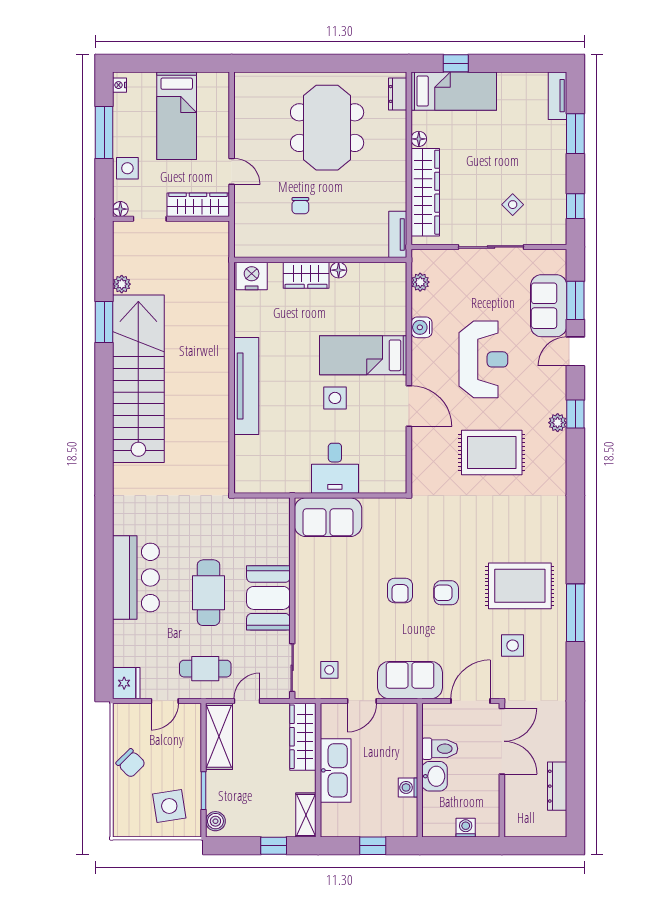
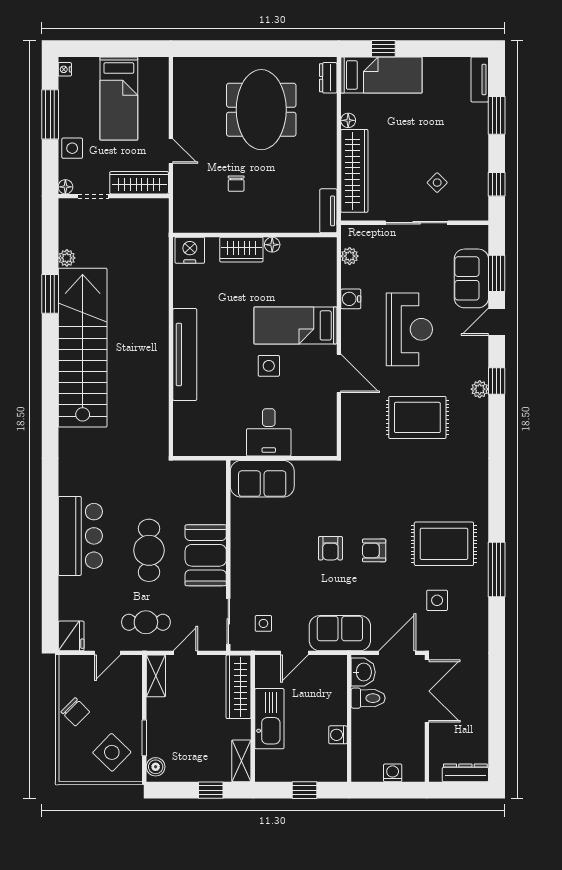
shelving: (219, 736) -> (156, 676), width x0.67, depth x0.75
washbasin: (435, 776) -> (363, 672), moved
dresser: (557, 786) -> (465, 773), moved, turned 90
side table: (169, 806) -> (112, 752), turned -37

